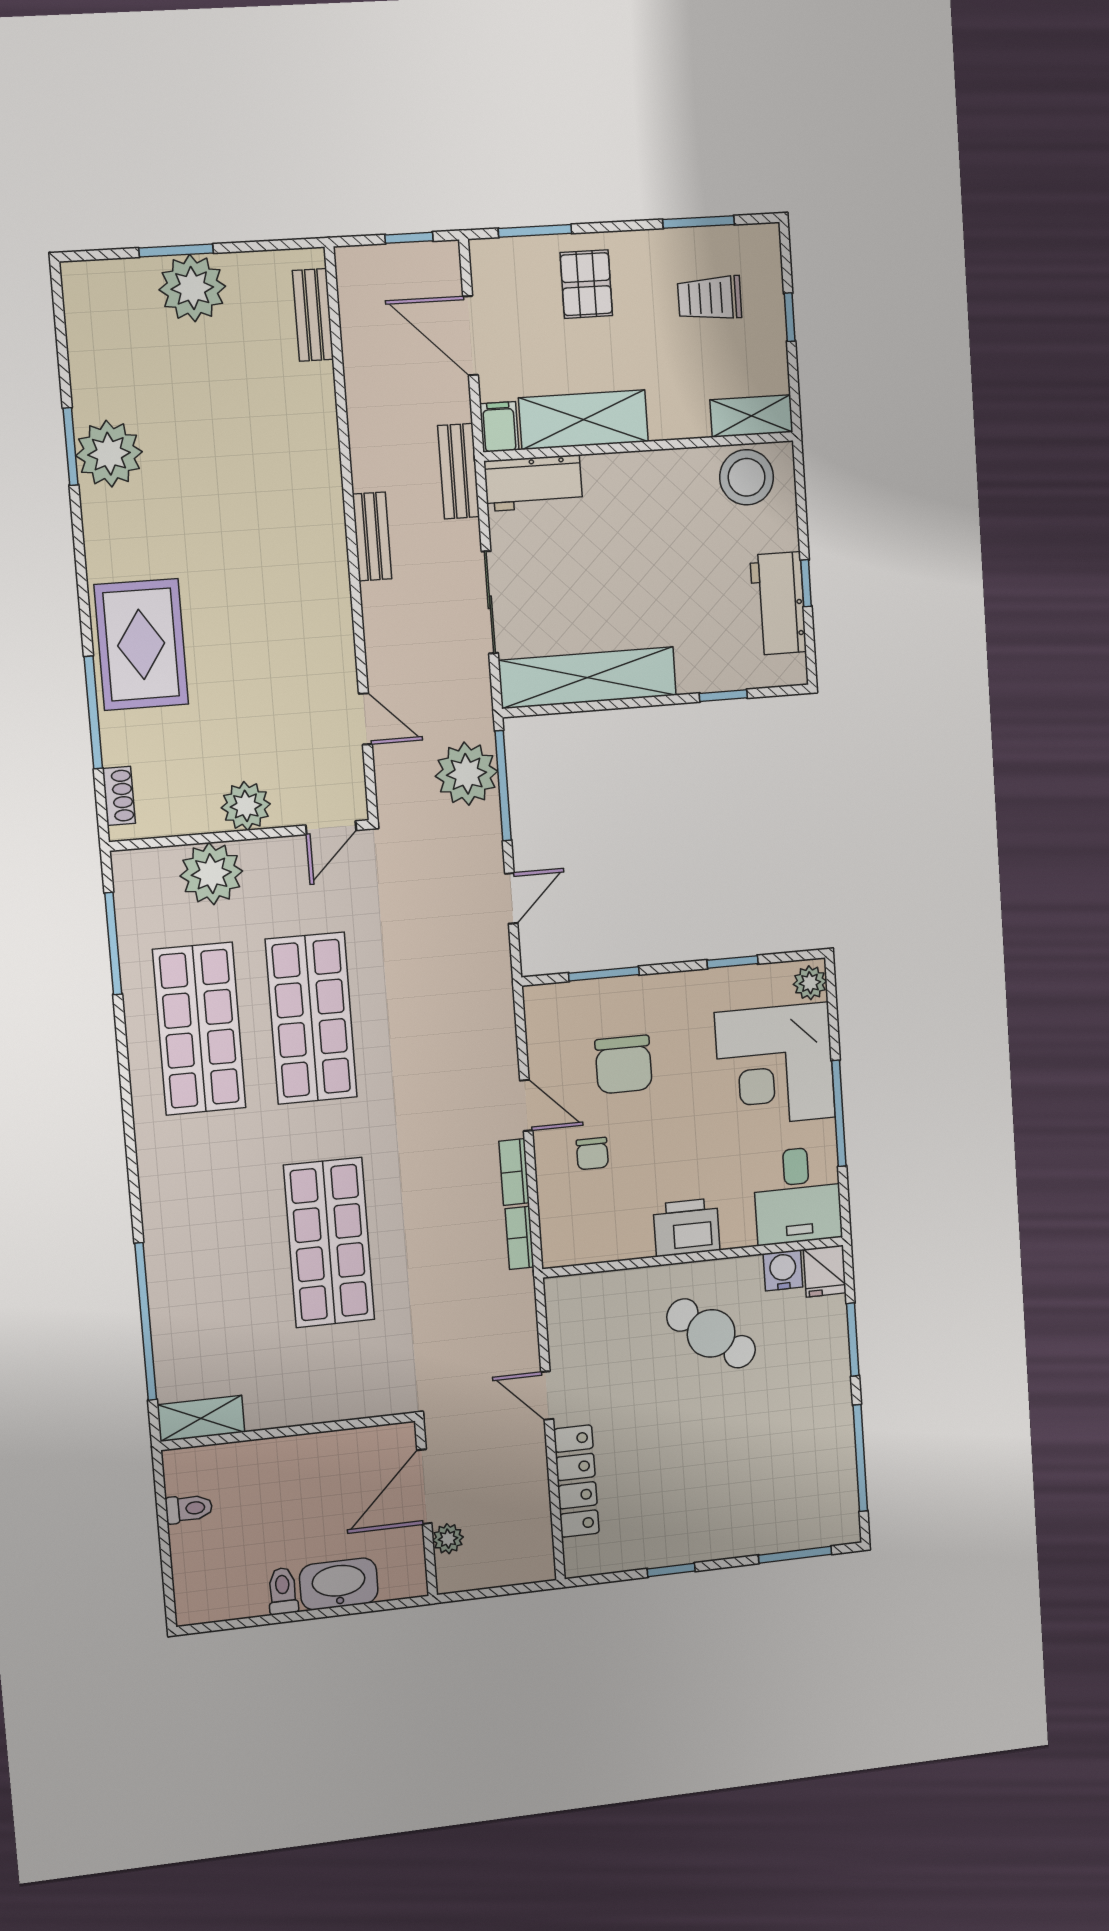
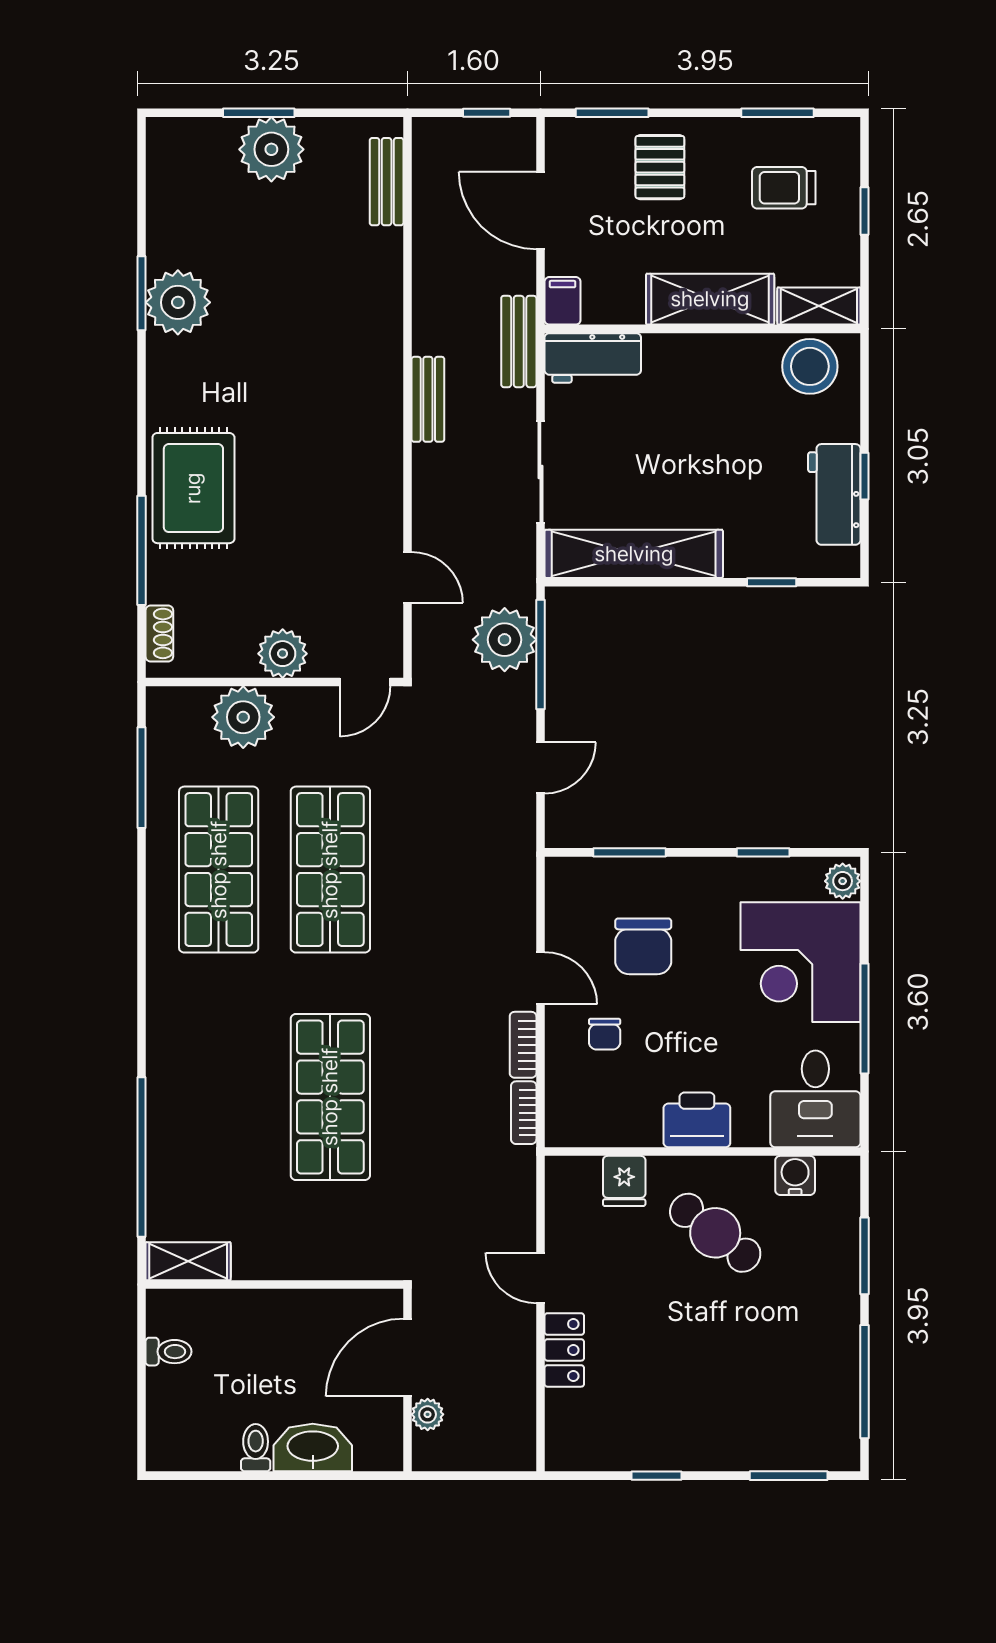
shelving: (584, 420) -> (710, 299), moved
fridge: (825, 1271) -> (624, 1181), moved
locker: (576, 1481) -> (564, 1350), width x0.66

